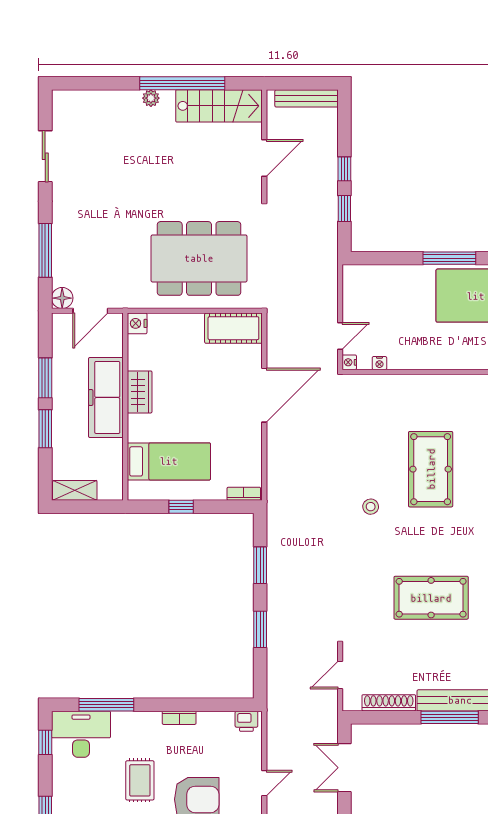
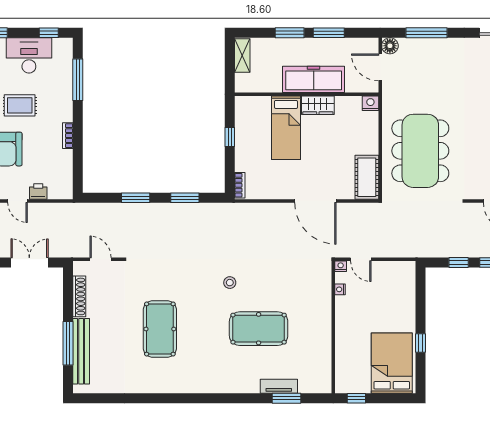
window: (449, 258) -> (421, 343), width x0.46
bed: (169, 461) -> (286, 128), moved
printer: (246, 721) -> (38, 192), moved, turned 90
desk: (81, 734) -> (29, 55), moved, turned -90

